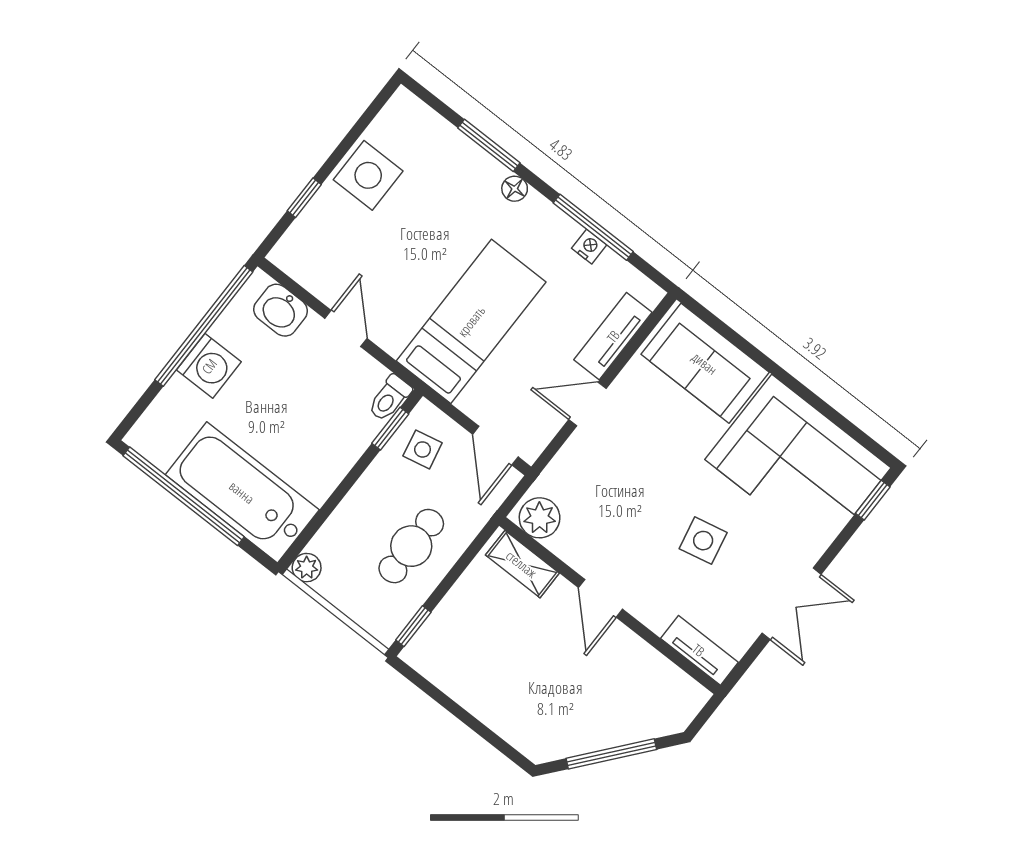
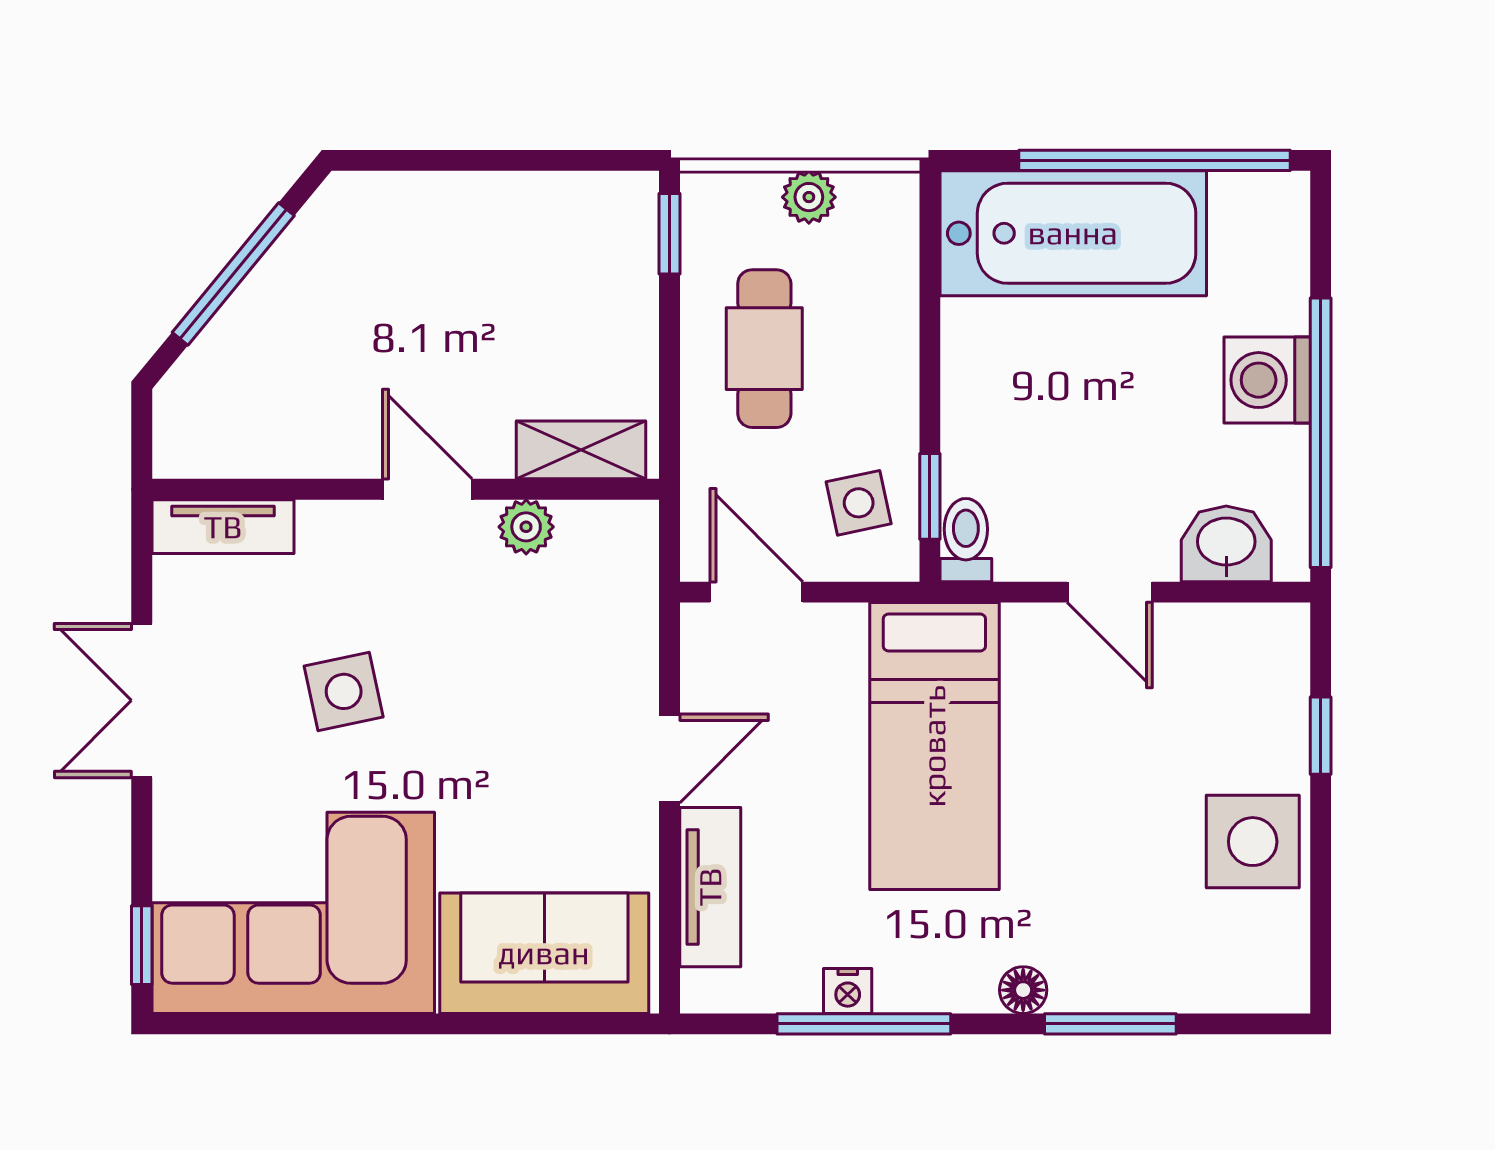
plant: (540, 518) -> (526, 527), moved, width x0.73, depth x0.73
plant: (307, 568) -> (809, 197), moved

